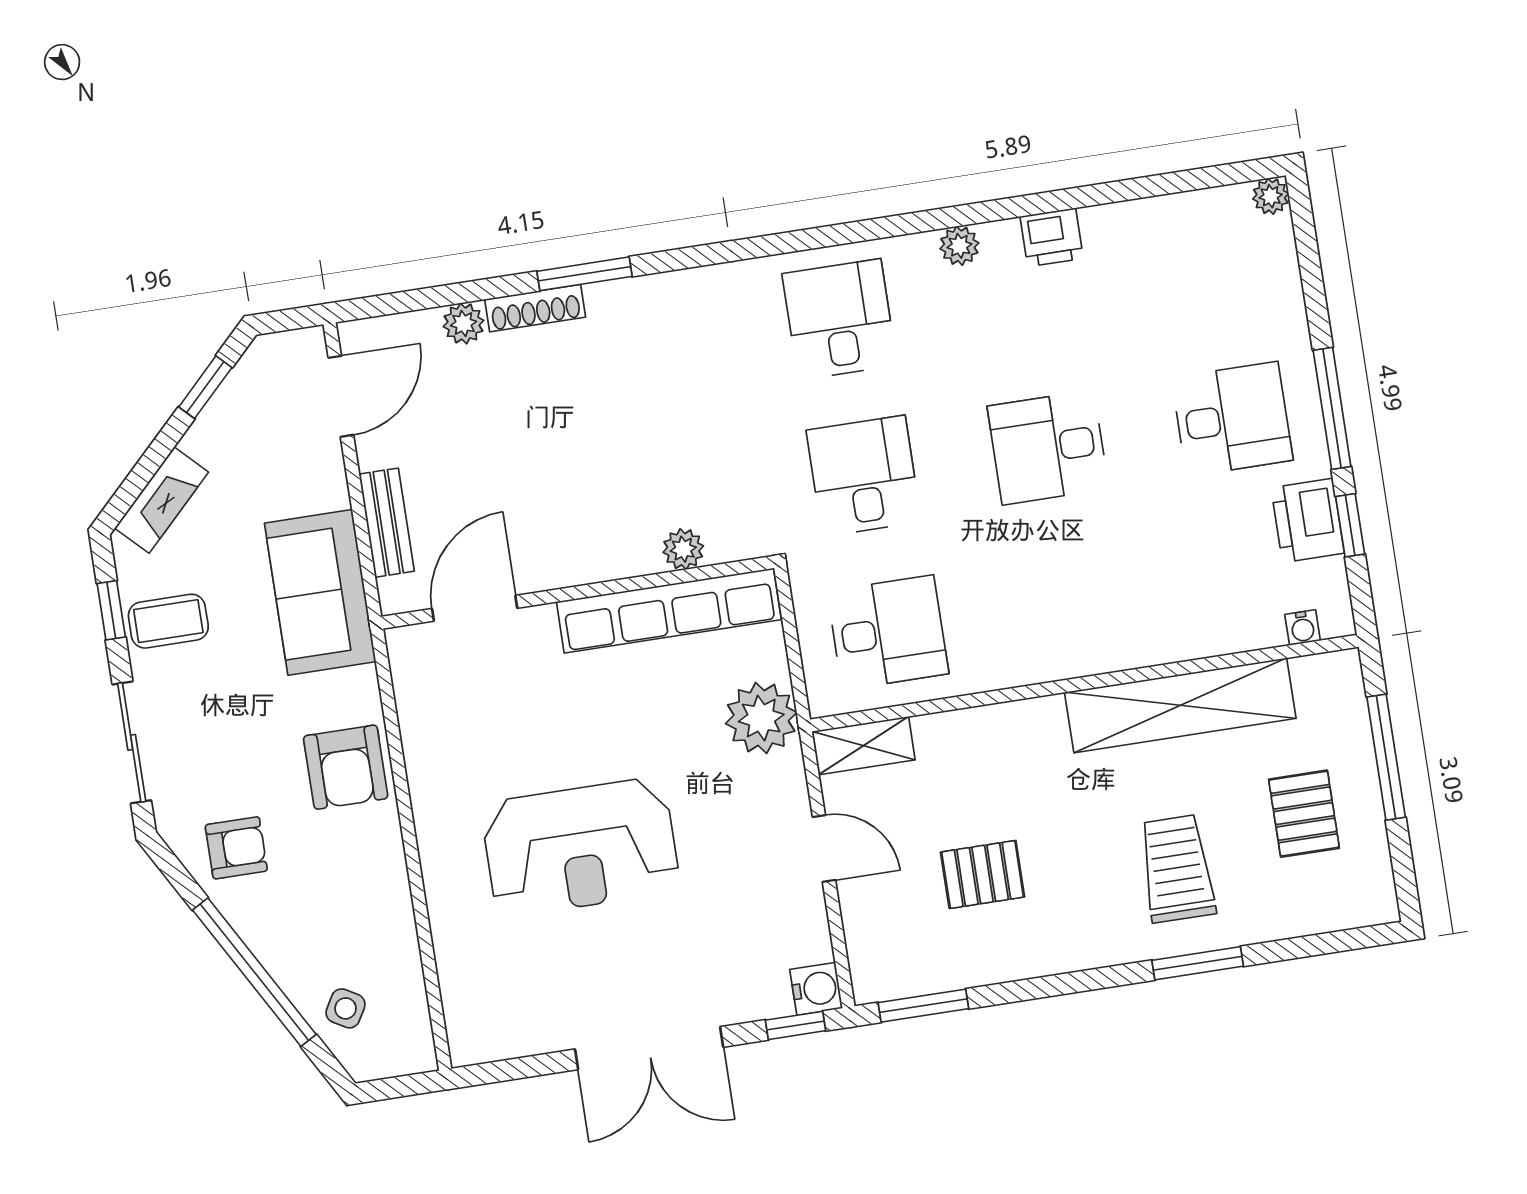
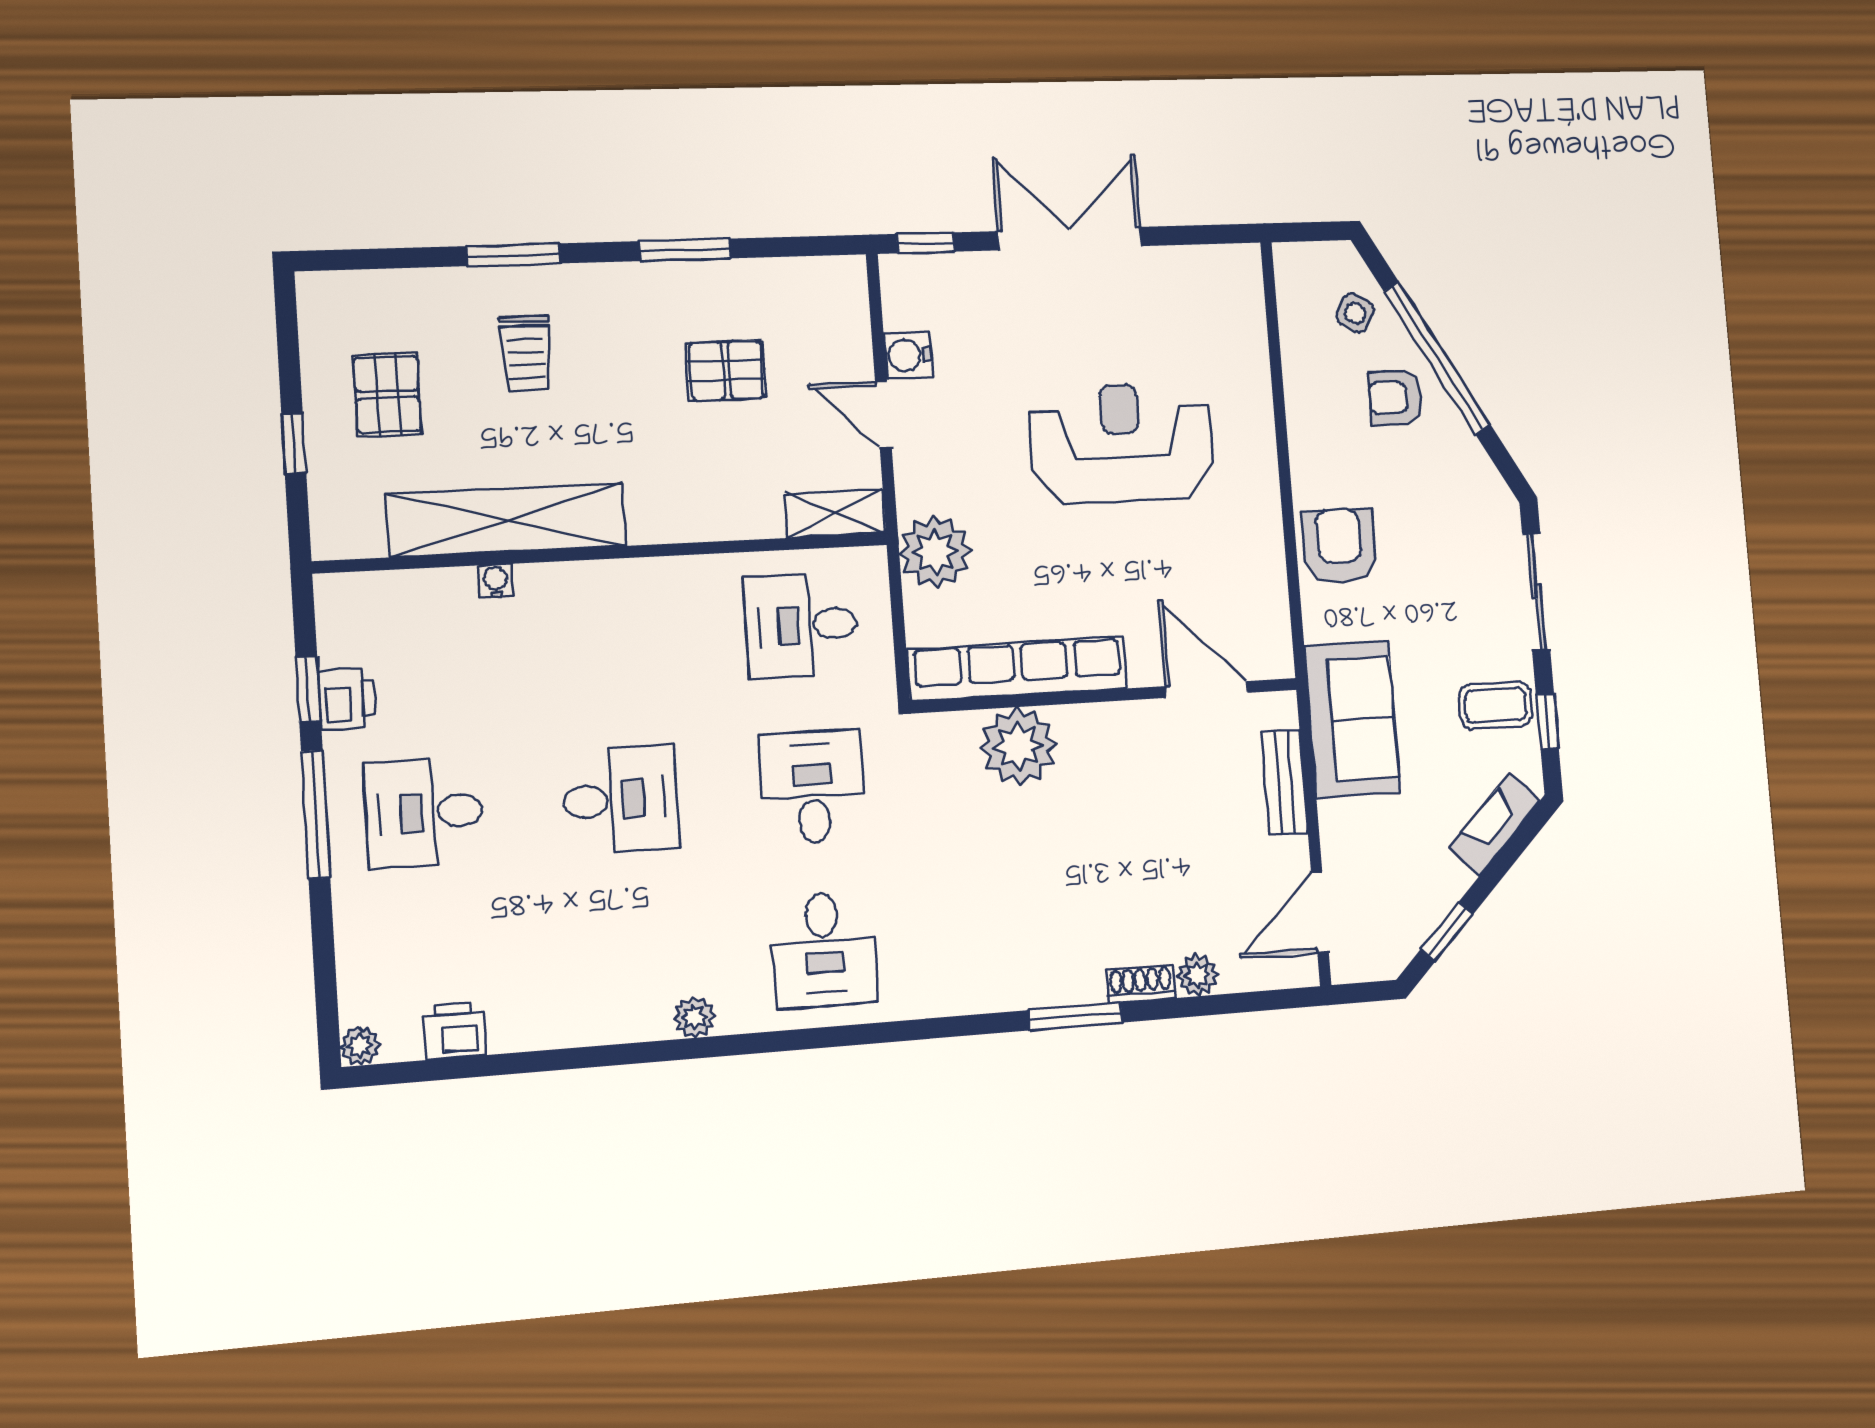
printer: (1052, 237) -> (454, 1030), moved
shoe rack: (535, 308) -> (1141, 984), width x0.70
desk: (864, 476) -> (813, 787), turned 180
printer: (1308, 520) -> (347, 699), width x0.73, depth x0.81
plant: (683, 549) -> (1018, 746), width x1.88, depth x1.88
door: (475, 608) -> (1206, 689), swing flipped
water cooler: (1303, 628) -> (496, 581), moved
window: (1386, 757) -> (294, 443), width x0.46
armchair: (236, 848) -> (1395, 398), moved
trolley: (1177, 869) -> (526, 353), width x0.73, depth x0.72
water cooler: (816, 989) -> (908, 355), moved
window: (923, 1006) -> (685, 250), moved

